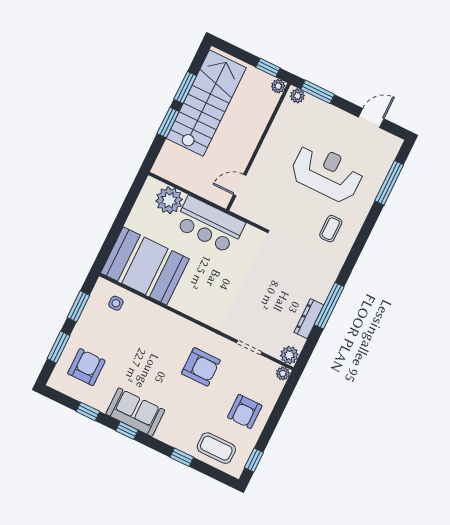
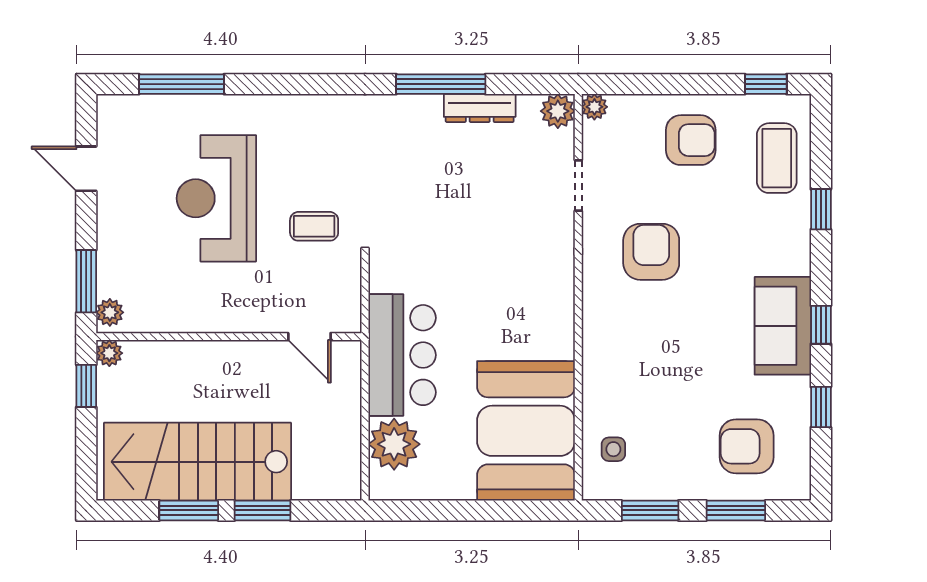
coffee table: (331, 229) -> (314, 226), moved

